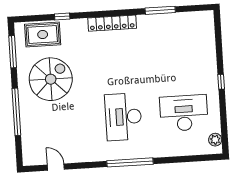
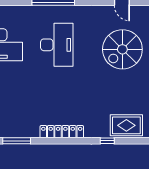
spiral stairs: (51, 79) -> (122, 49), moved

